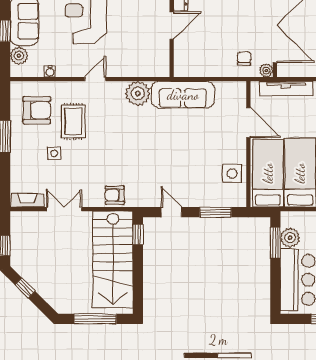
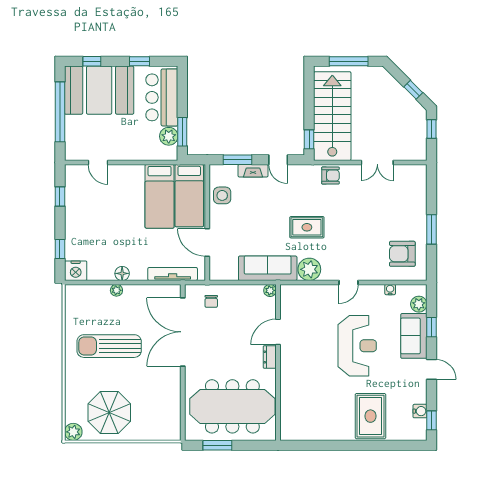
plant: (266, 70) -> (270, 290), moved
rug: (73, 121) -> (307, 227), moved, turned 90
side table: (54, 153) -> (386, 214), removed
fireplace: (28, 200) -> (253, 171), moved

